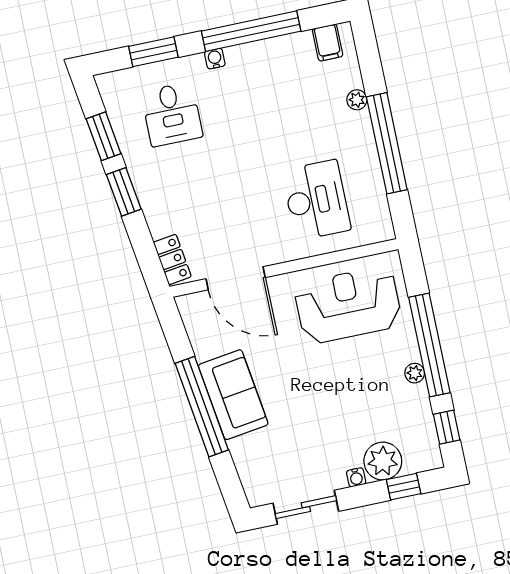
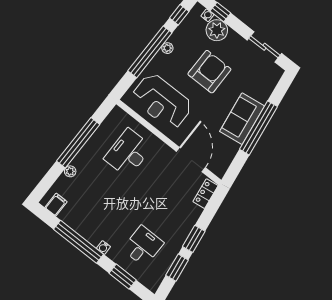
armchair: (335, 404) -> (209, 72), added
water cooler: (356, 477) -> (207, 15), moved

